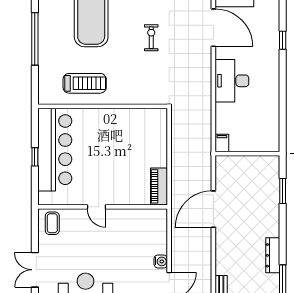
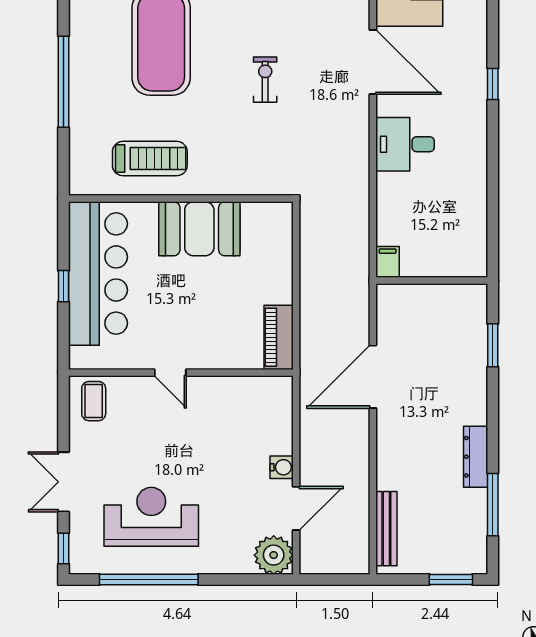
desk: (232, 81) -> (405, 144), width x0.73
booth: (113, 124) -> (199, 229), added

